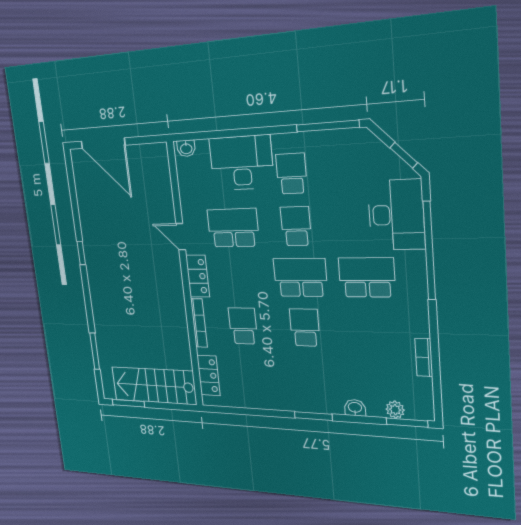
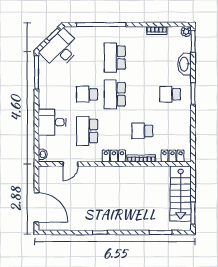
door: (103, 143) -> (36, 207), hinge flipped
desk: (241, 163) -> (52, 122), width x0.73
school desk: (291, 174) -> (59, 94), removed
desk: (396, 215) -> (61, 49), moved, turned -45
door: (181, 237) -> (70, 164), moved
school desk: (305, 327) -> (170, 94), moved
washbasin: (355, 408) -> (184, 64), width x1.91, depth x1.45
plant: (395, 410) -> (186, 31), moved

